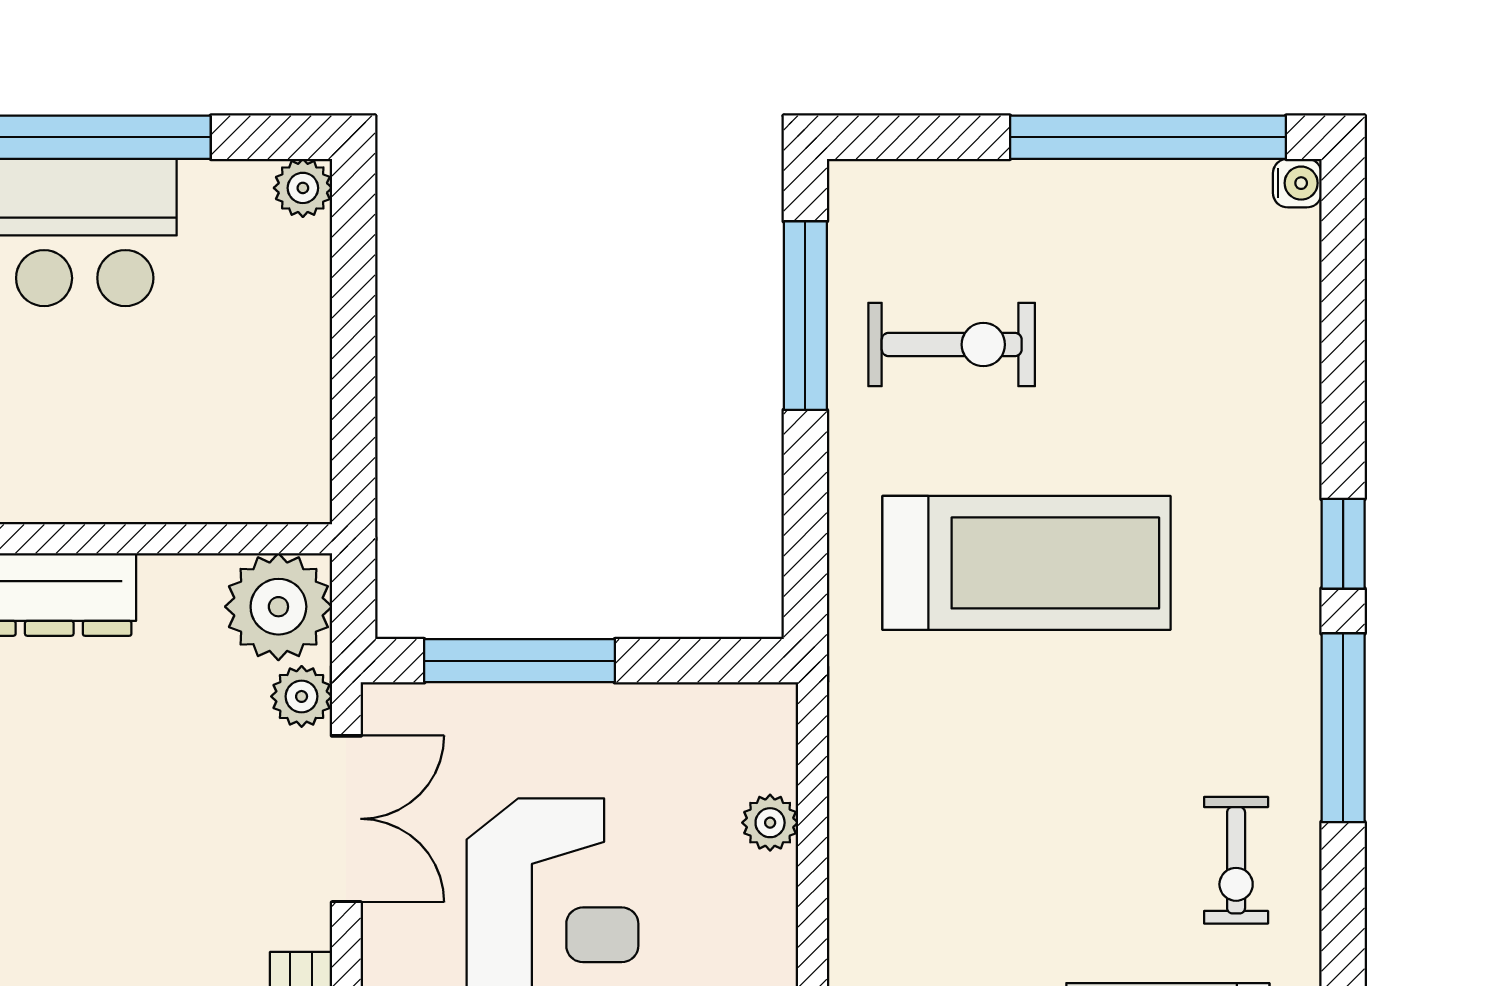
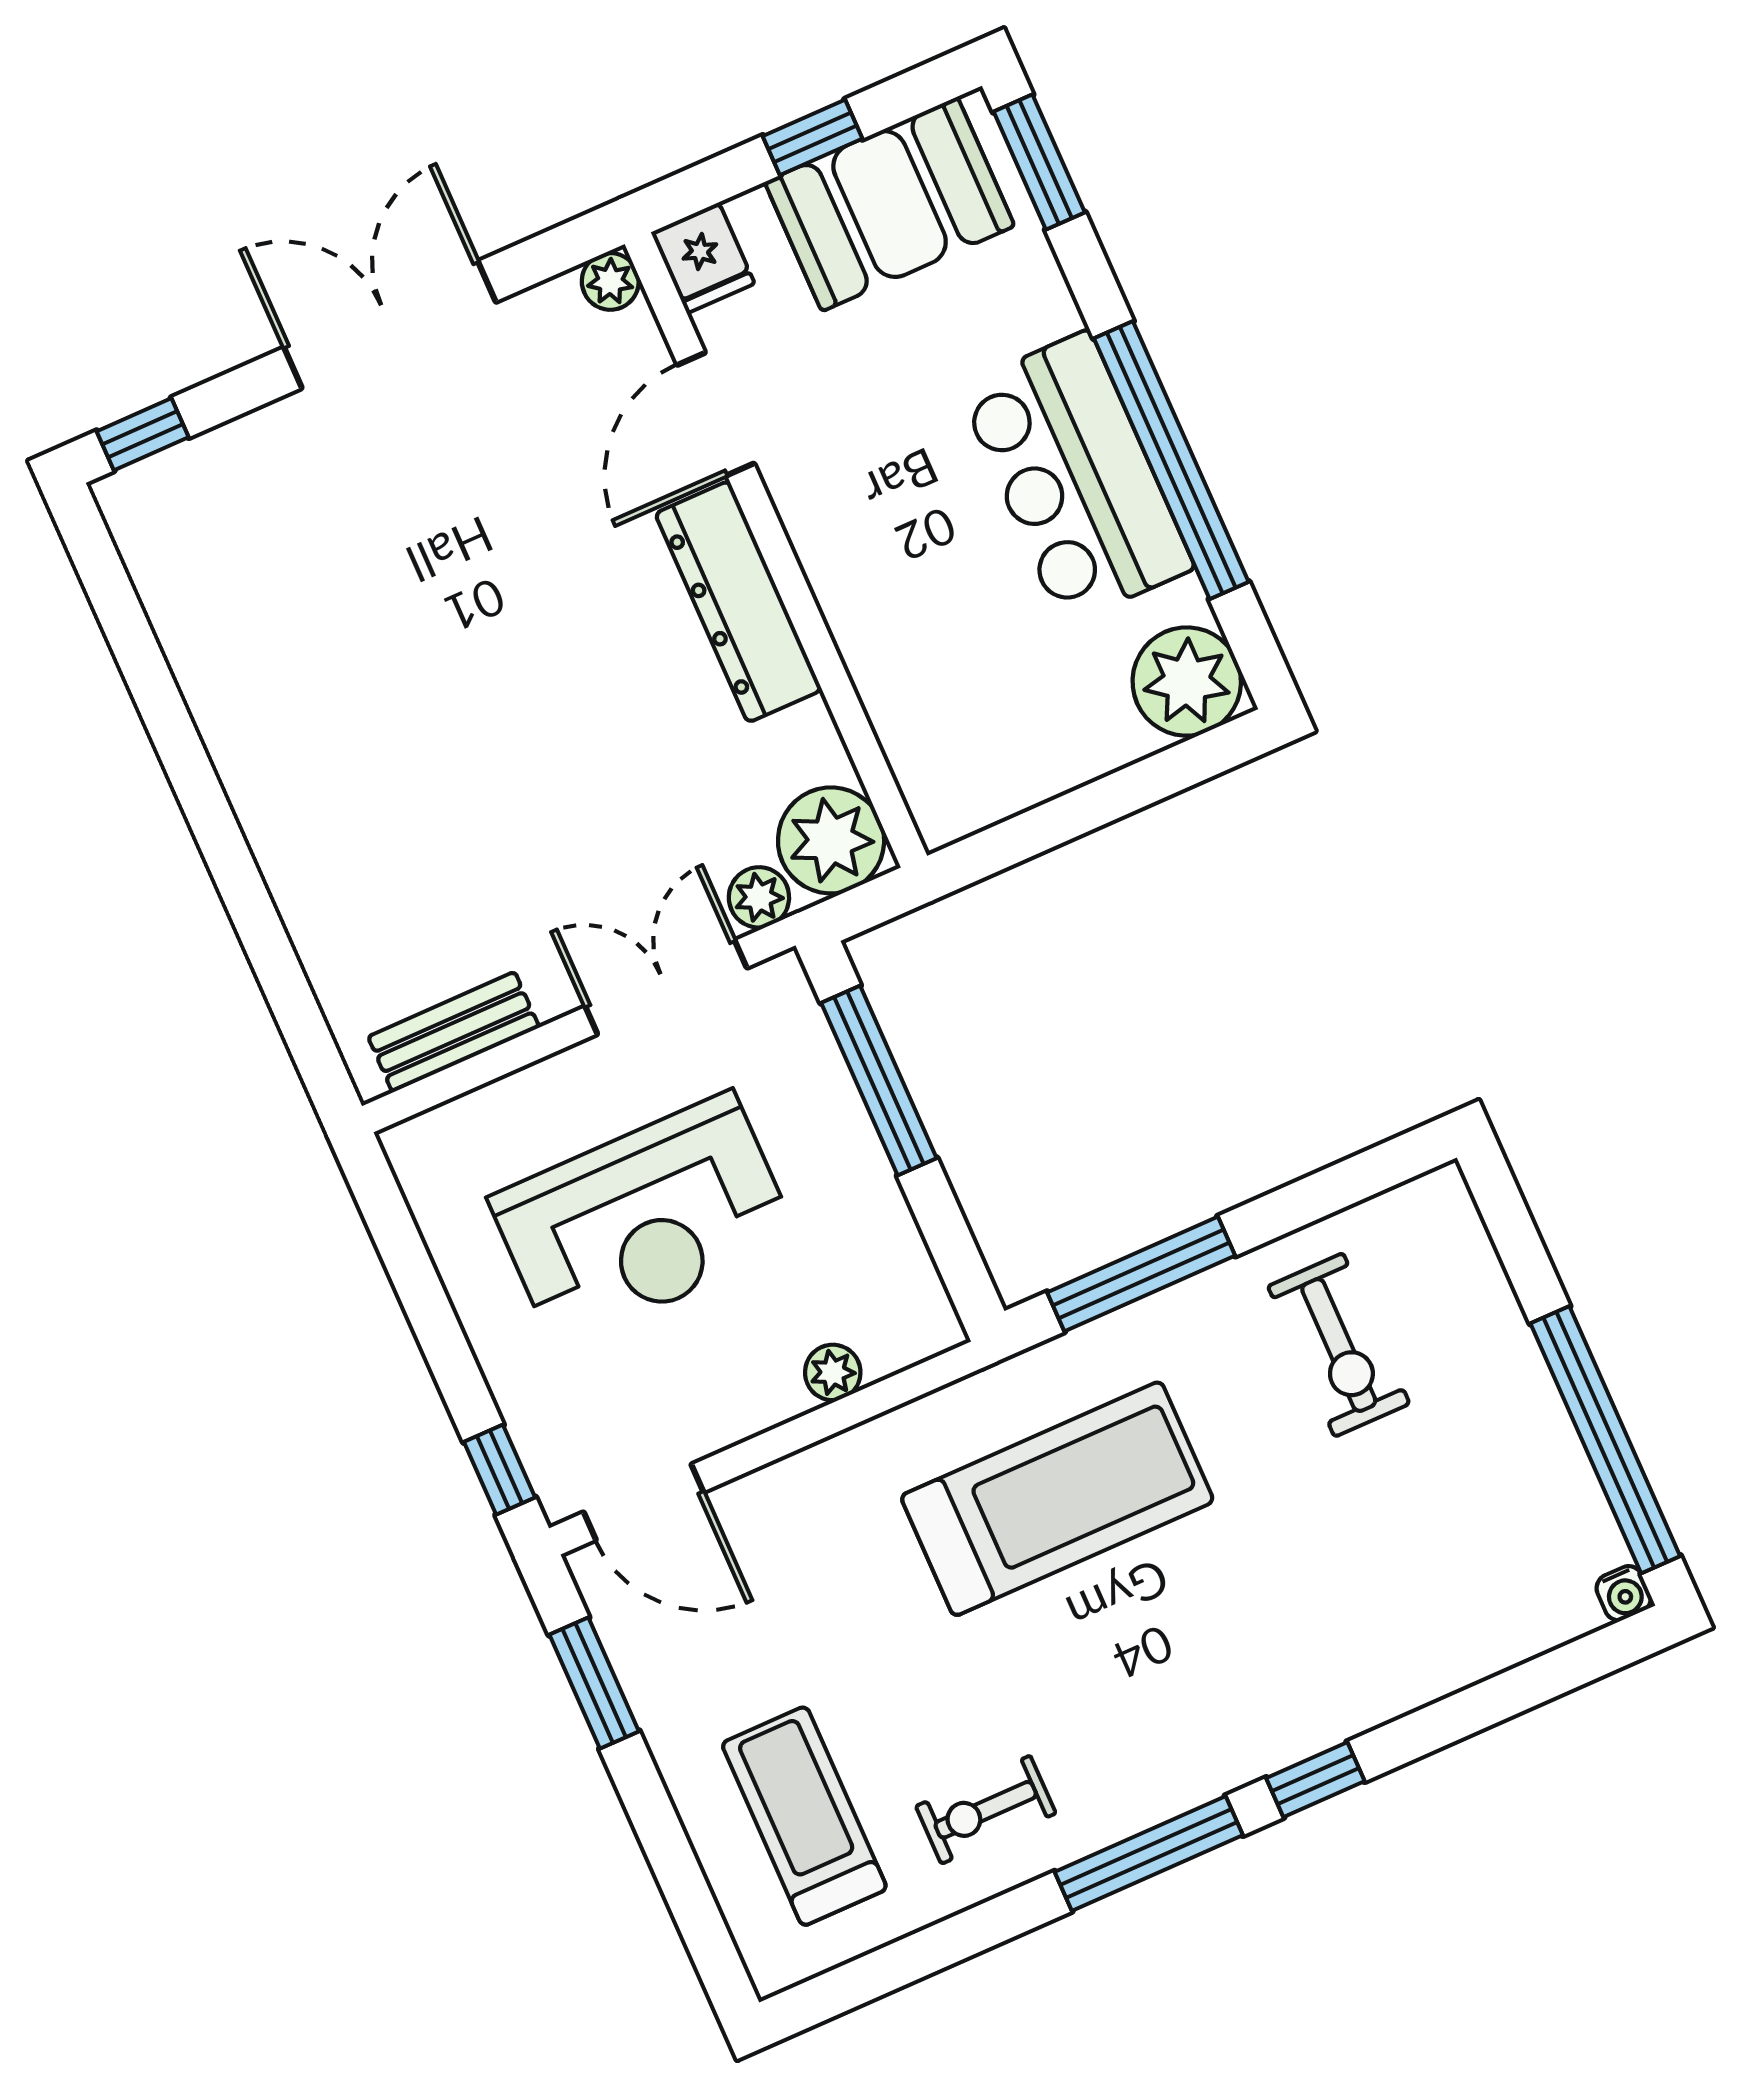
plant: (303, 188) -> (1187, 682), width x1.88, depth x1.88
window: (805, 316) -> (1141, 1274), moved
treadmill: (1026, 563) -> (1057, 1499), moved, turned -90
double door: (346, 819) -> (666, 987), swing flipped

